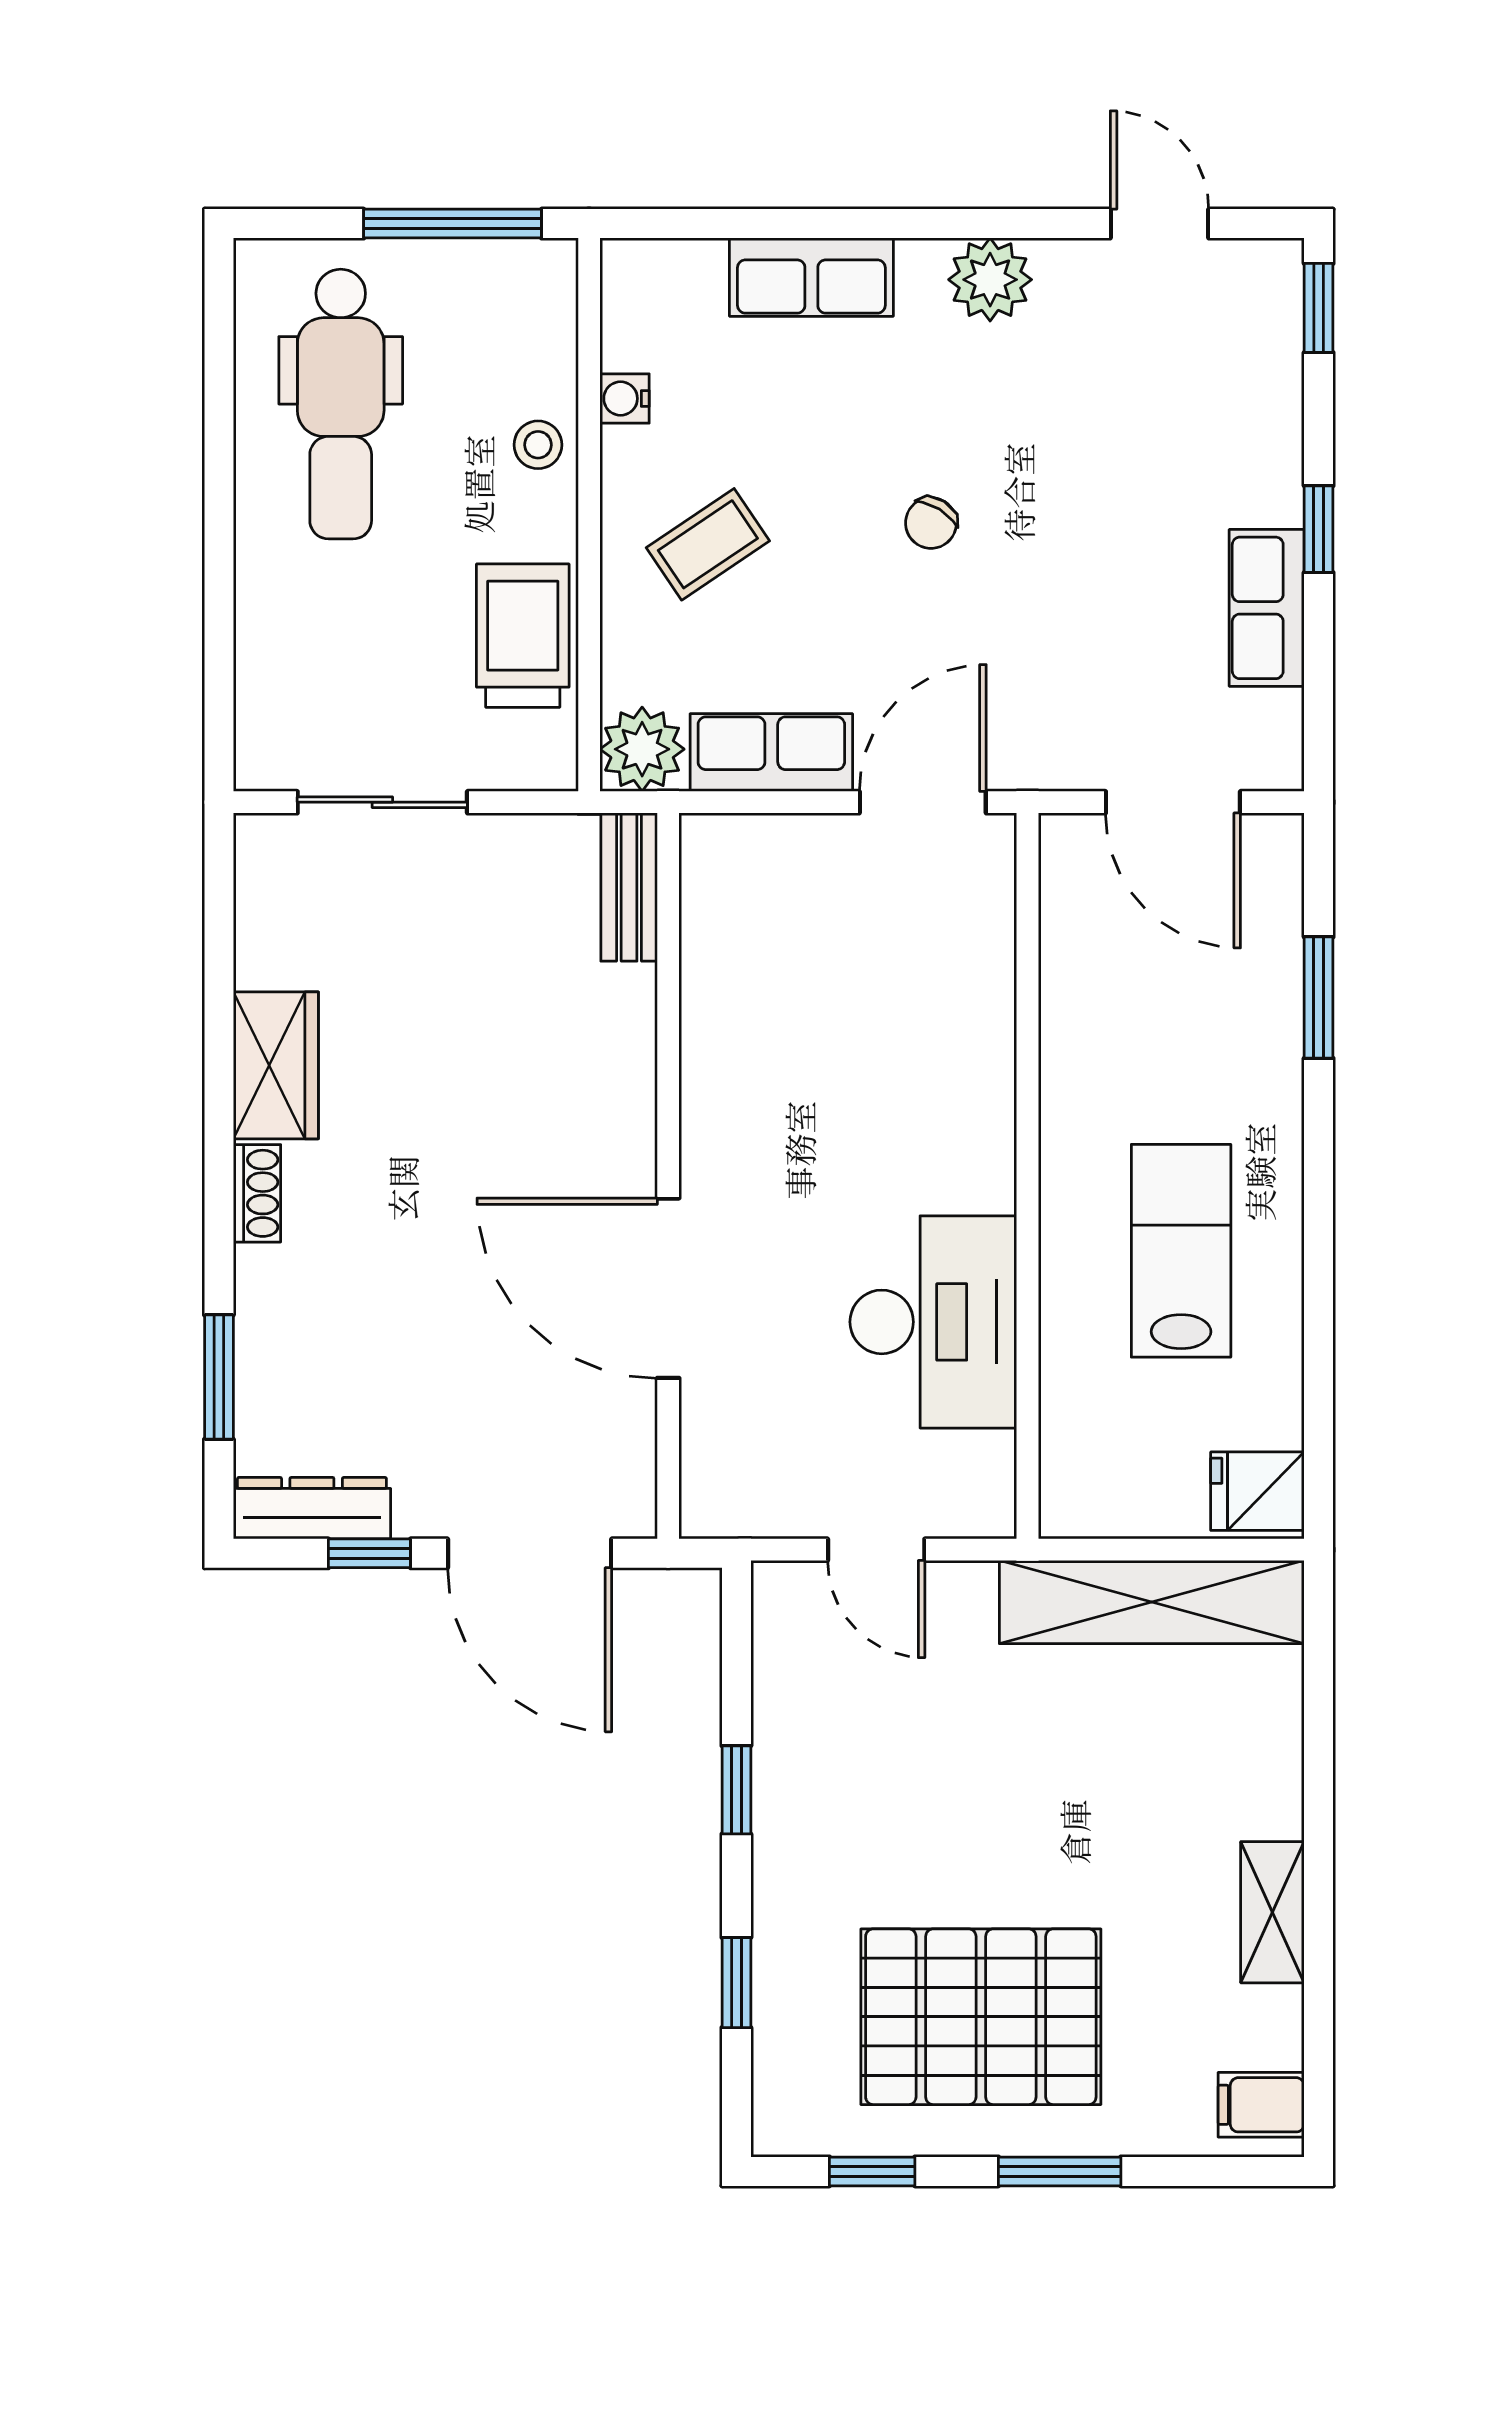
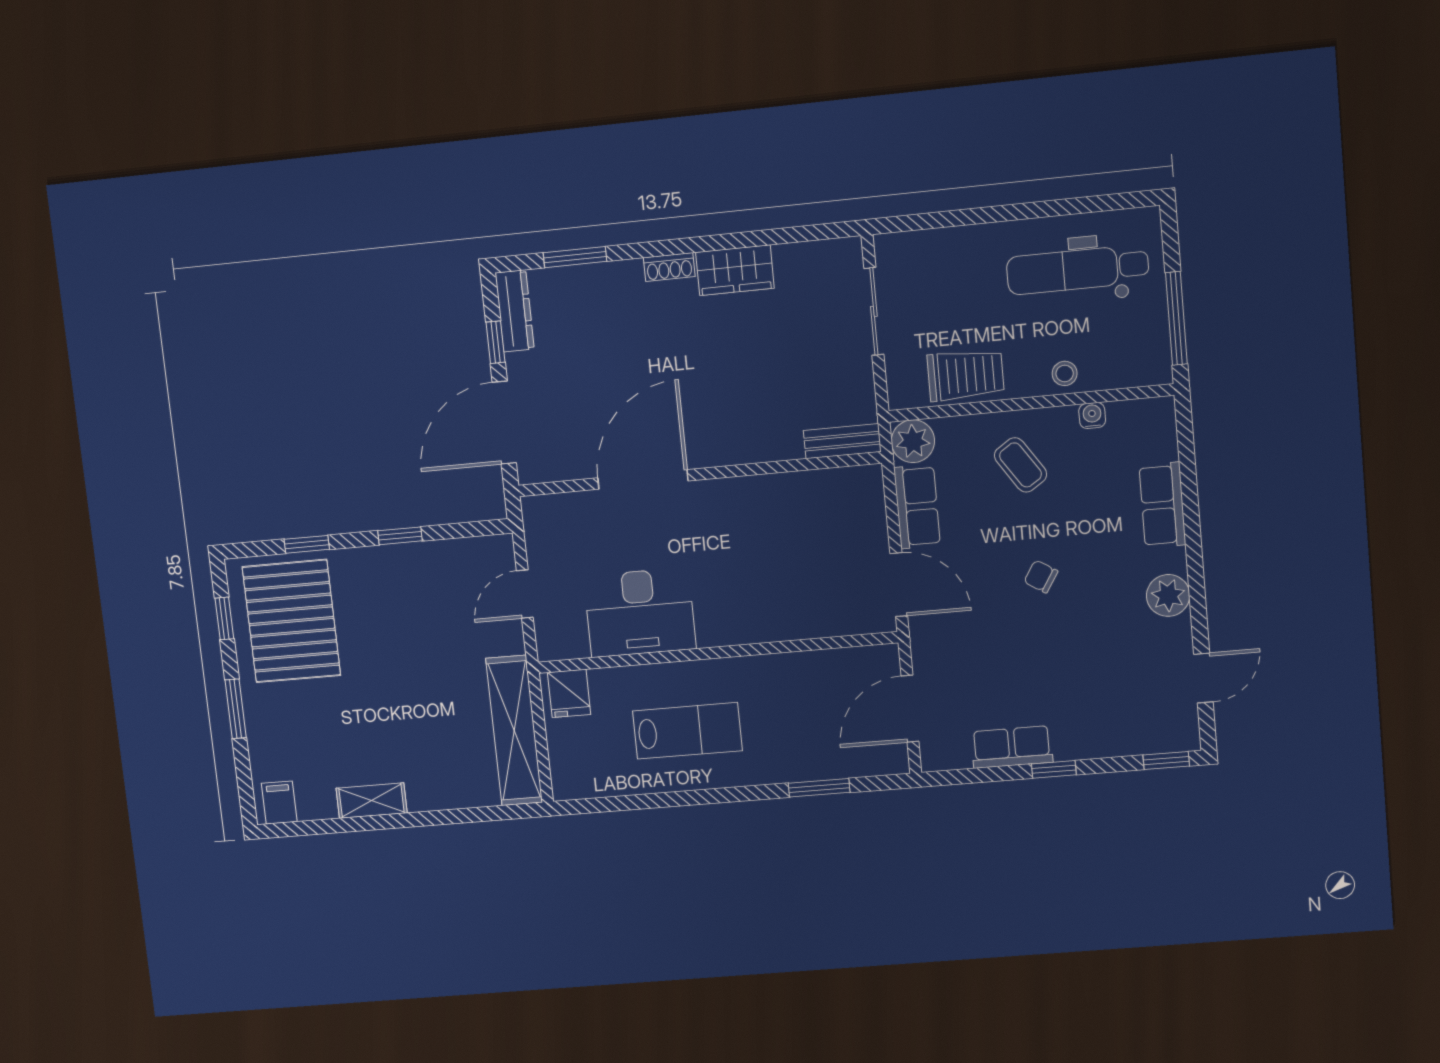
fridge: (1257, 1491) -> (569, 693), moved, turned 180
pallet: (981, 2017) -> (291, 621), moved

